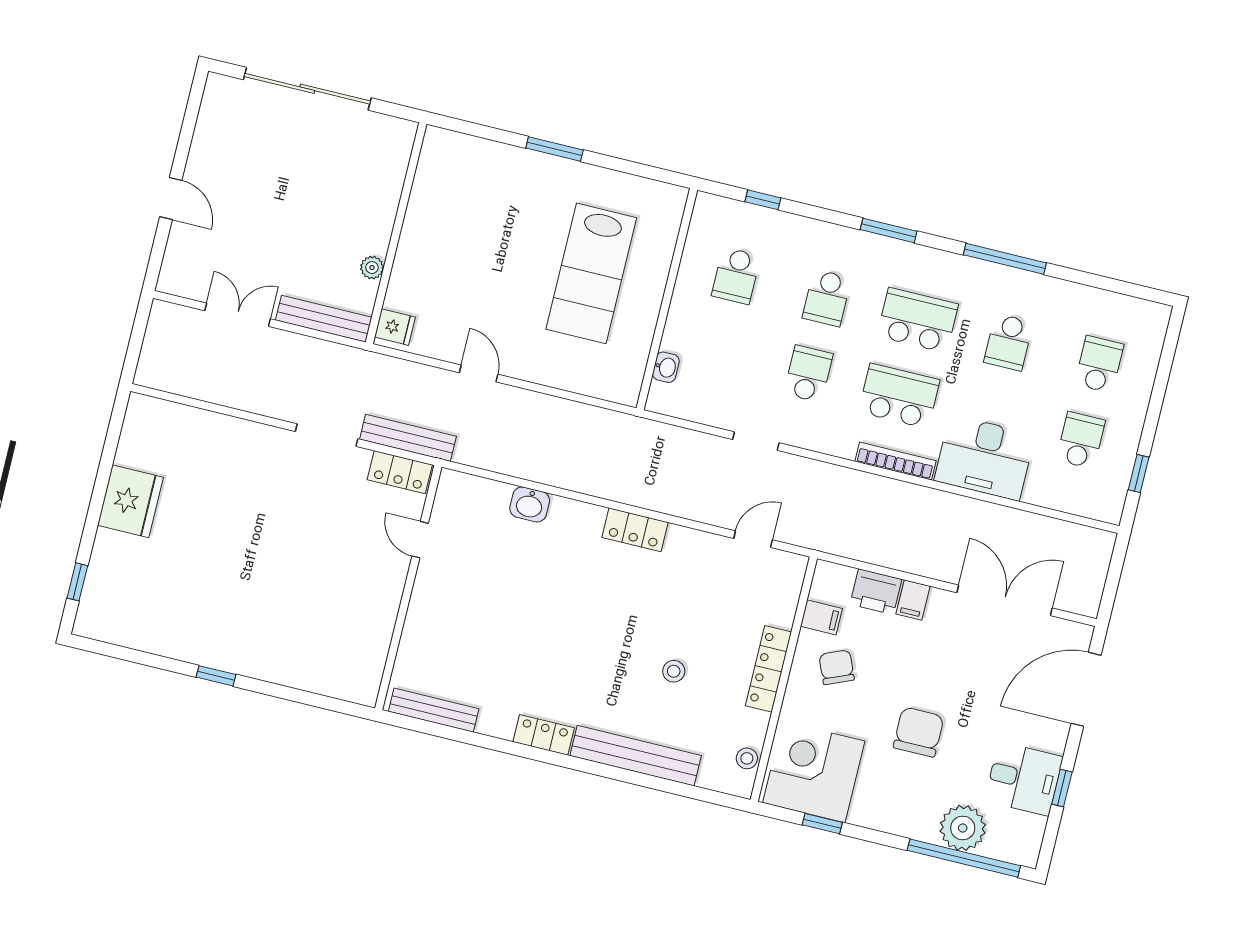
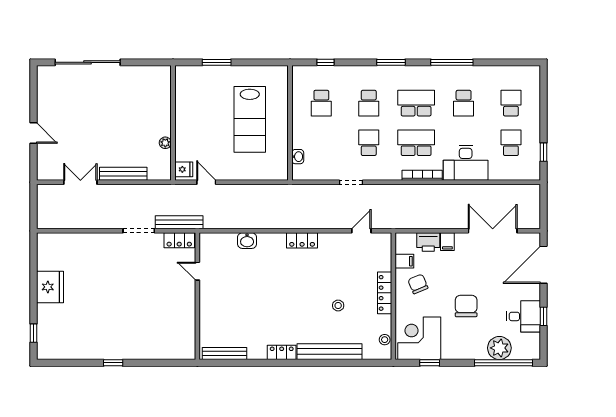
wall: (396, 233) -> (173, 123), moved
plant: (372, 268) -> (165, 143), moved
fridge: (395, 327) -> (184, 169), moved

